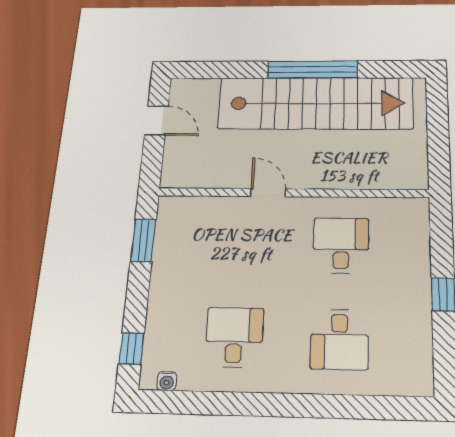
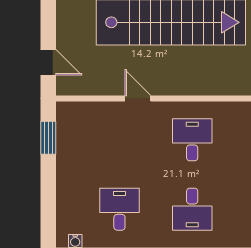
door: (156, 121) -> (48, 62), moved
window: (131, 349) -> (48, 219), removed

